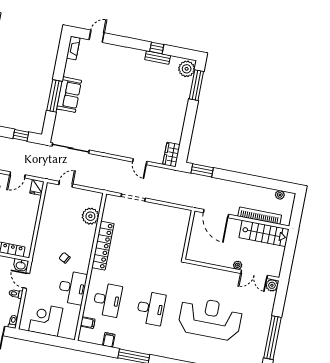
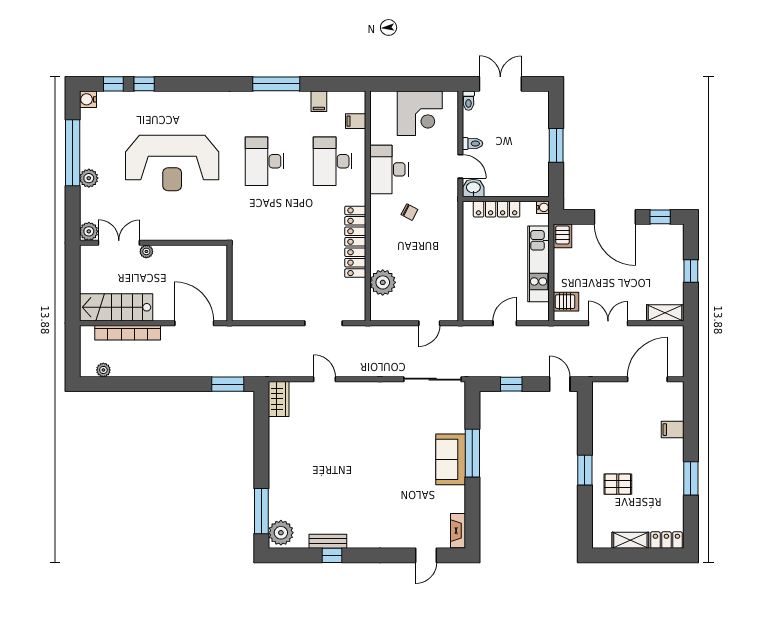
fridge: (37, 187) -> (472, 310), removed
plant: (265, 319) -> (89, 178), added

